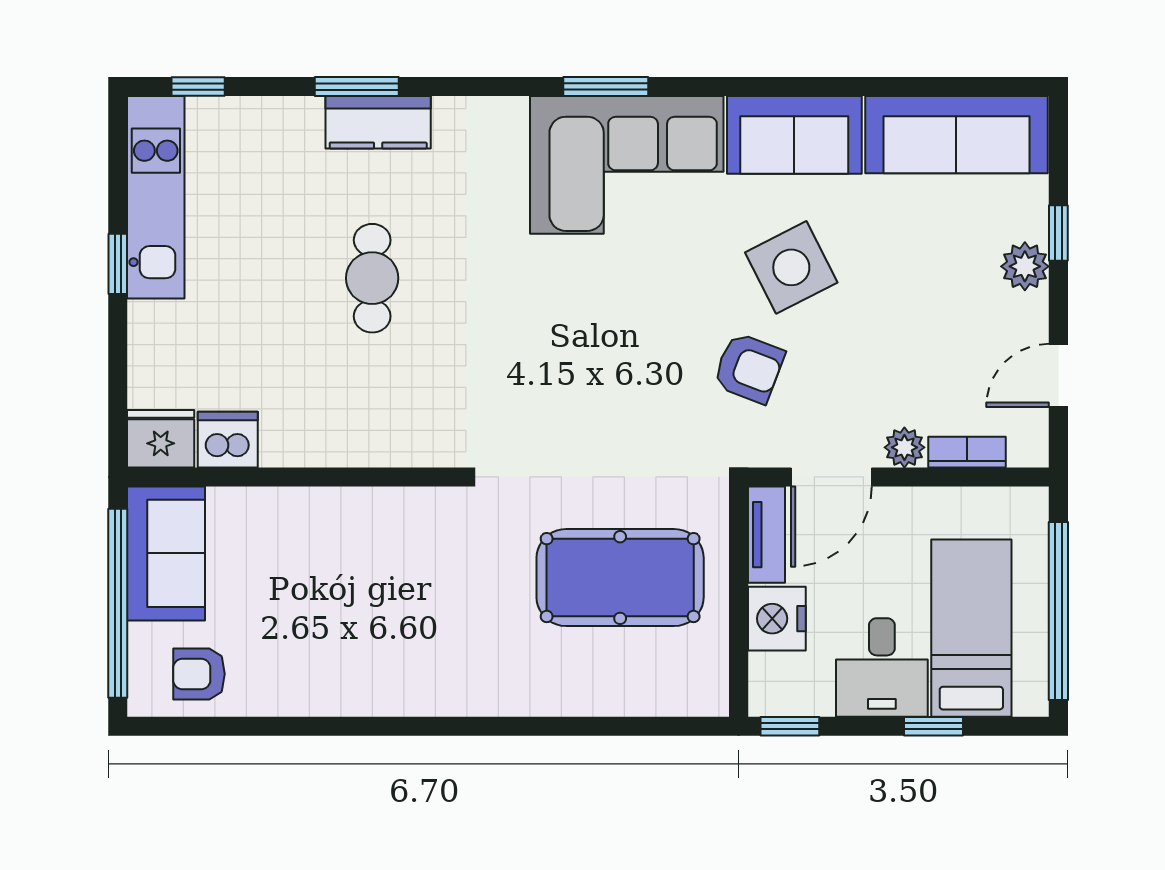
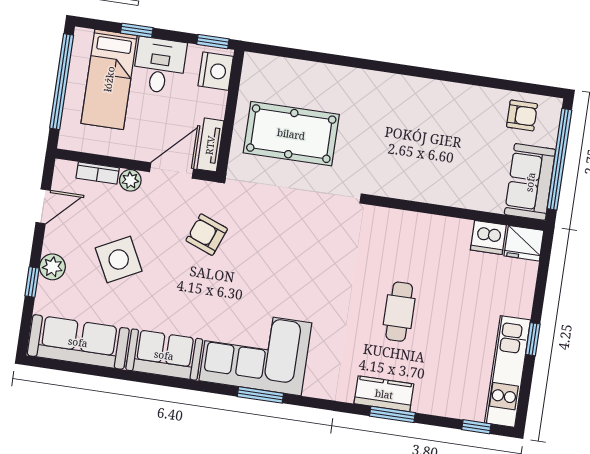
side table: (791, 267) -> (119, 259), moved
nightstand: (777, 619) -> (216, 71), moved

